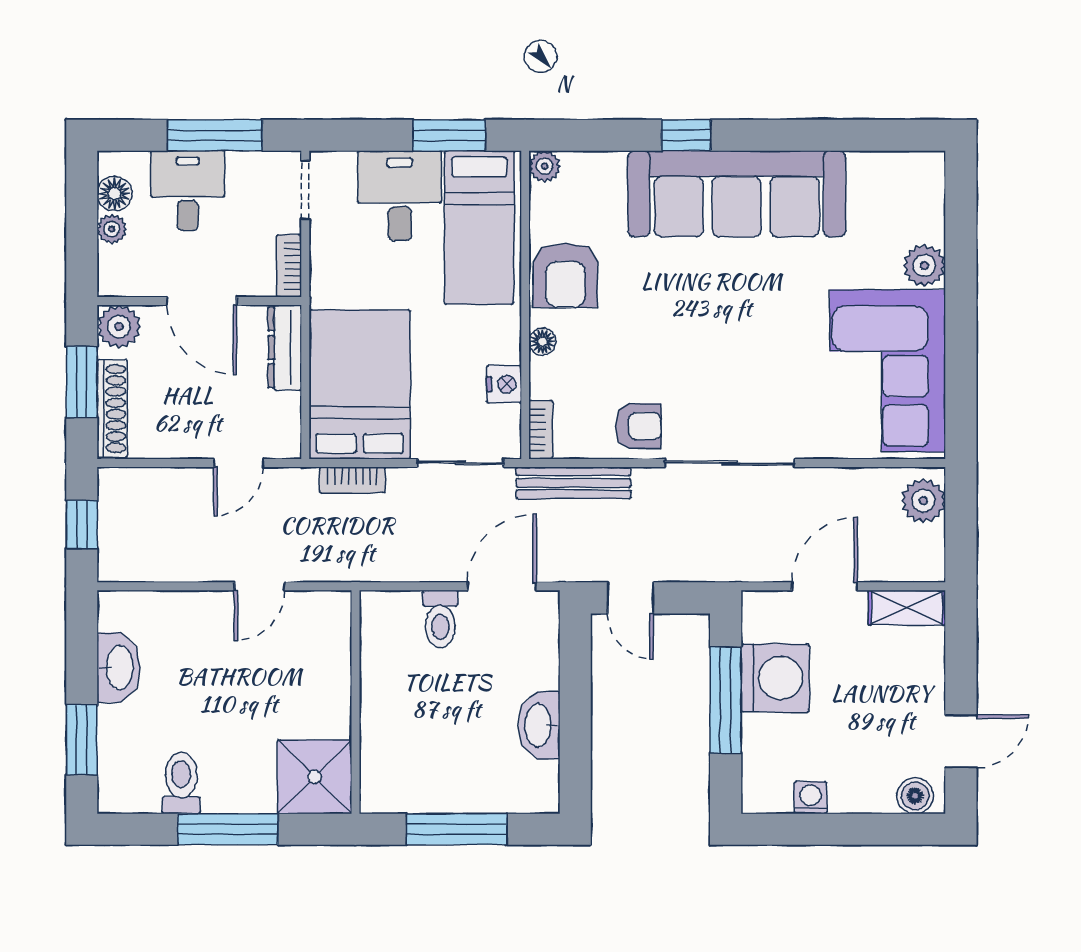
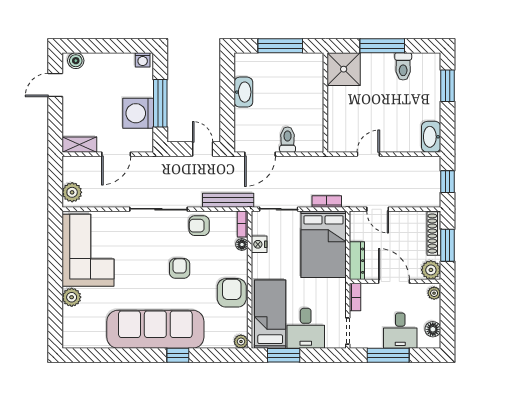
plant: (112, 229) -> (434, 293), moved
armchair: (682, 330) -> (180, 268), added
floor lamp: (543, 342) -> (242, 245), moved
door: (238, 463) -> (378, 209), swing flipped
washbasin: (118, 668) -> (431, 137), moved
washing machine: (810, 798) -> (143, 60), moved

